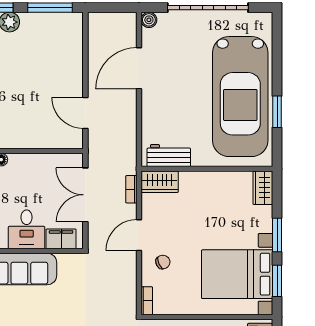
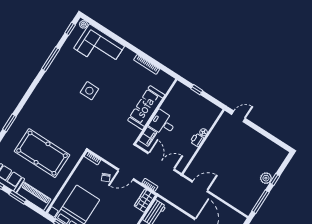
printer: (19, 162) -> (197, 140), added
door: (139, 235) -> (126, 174), swing flipped

